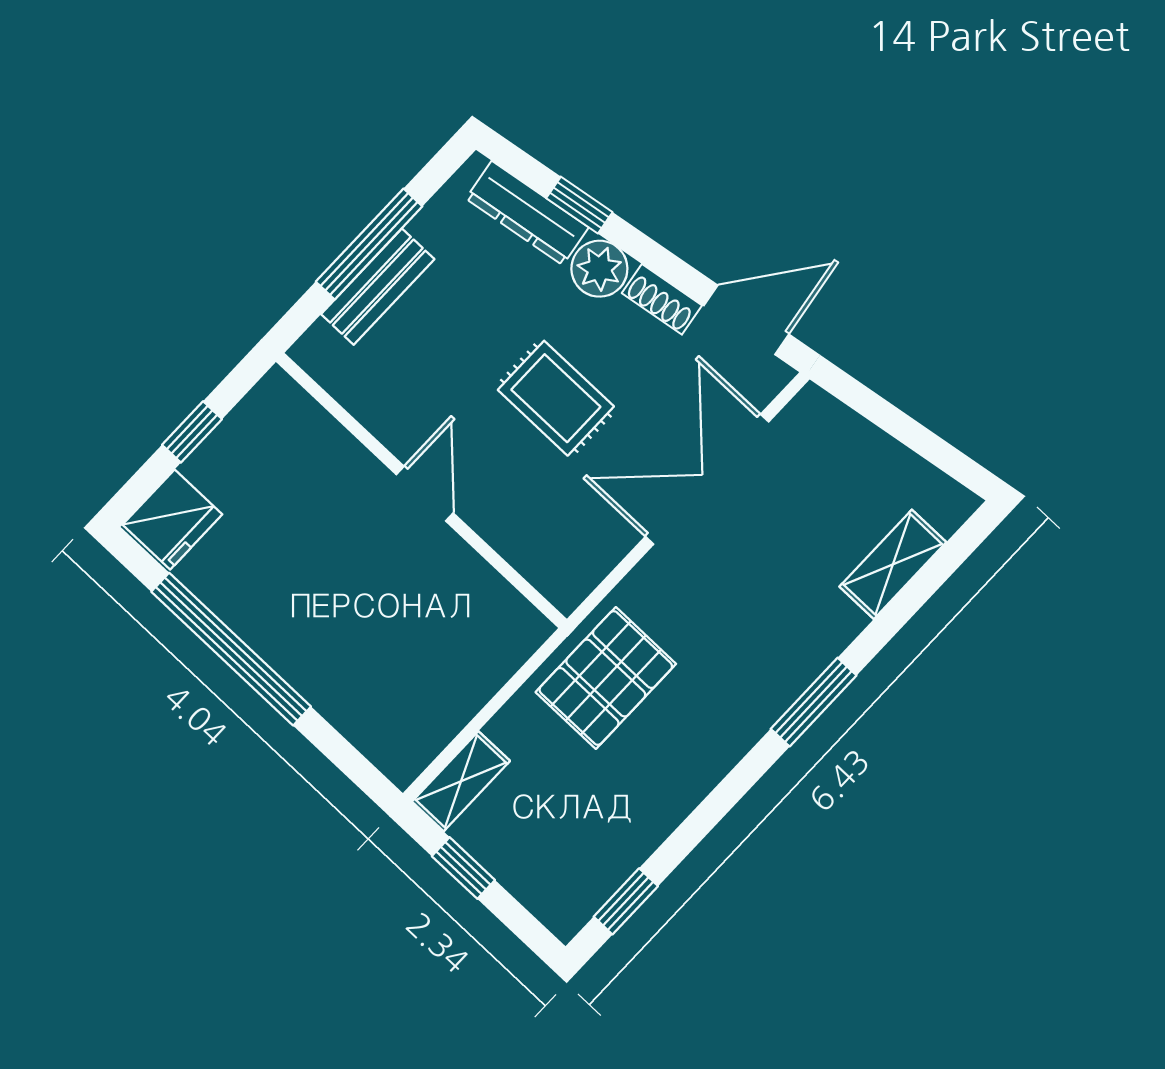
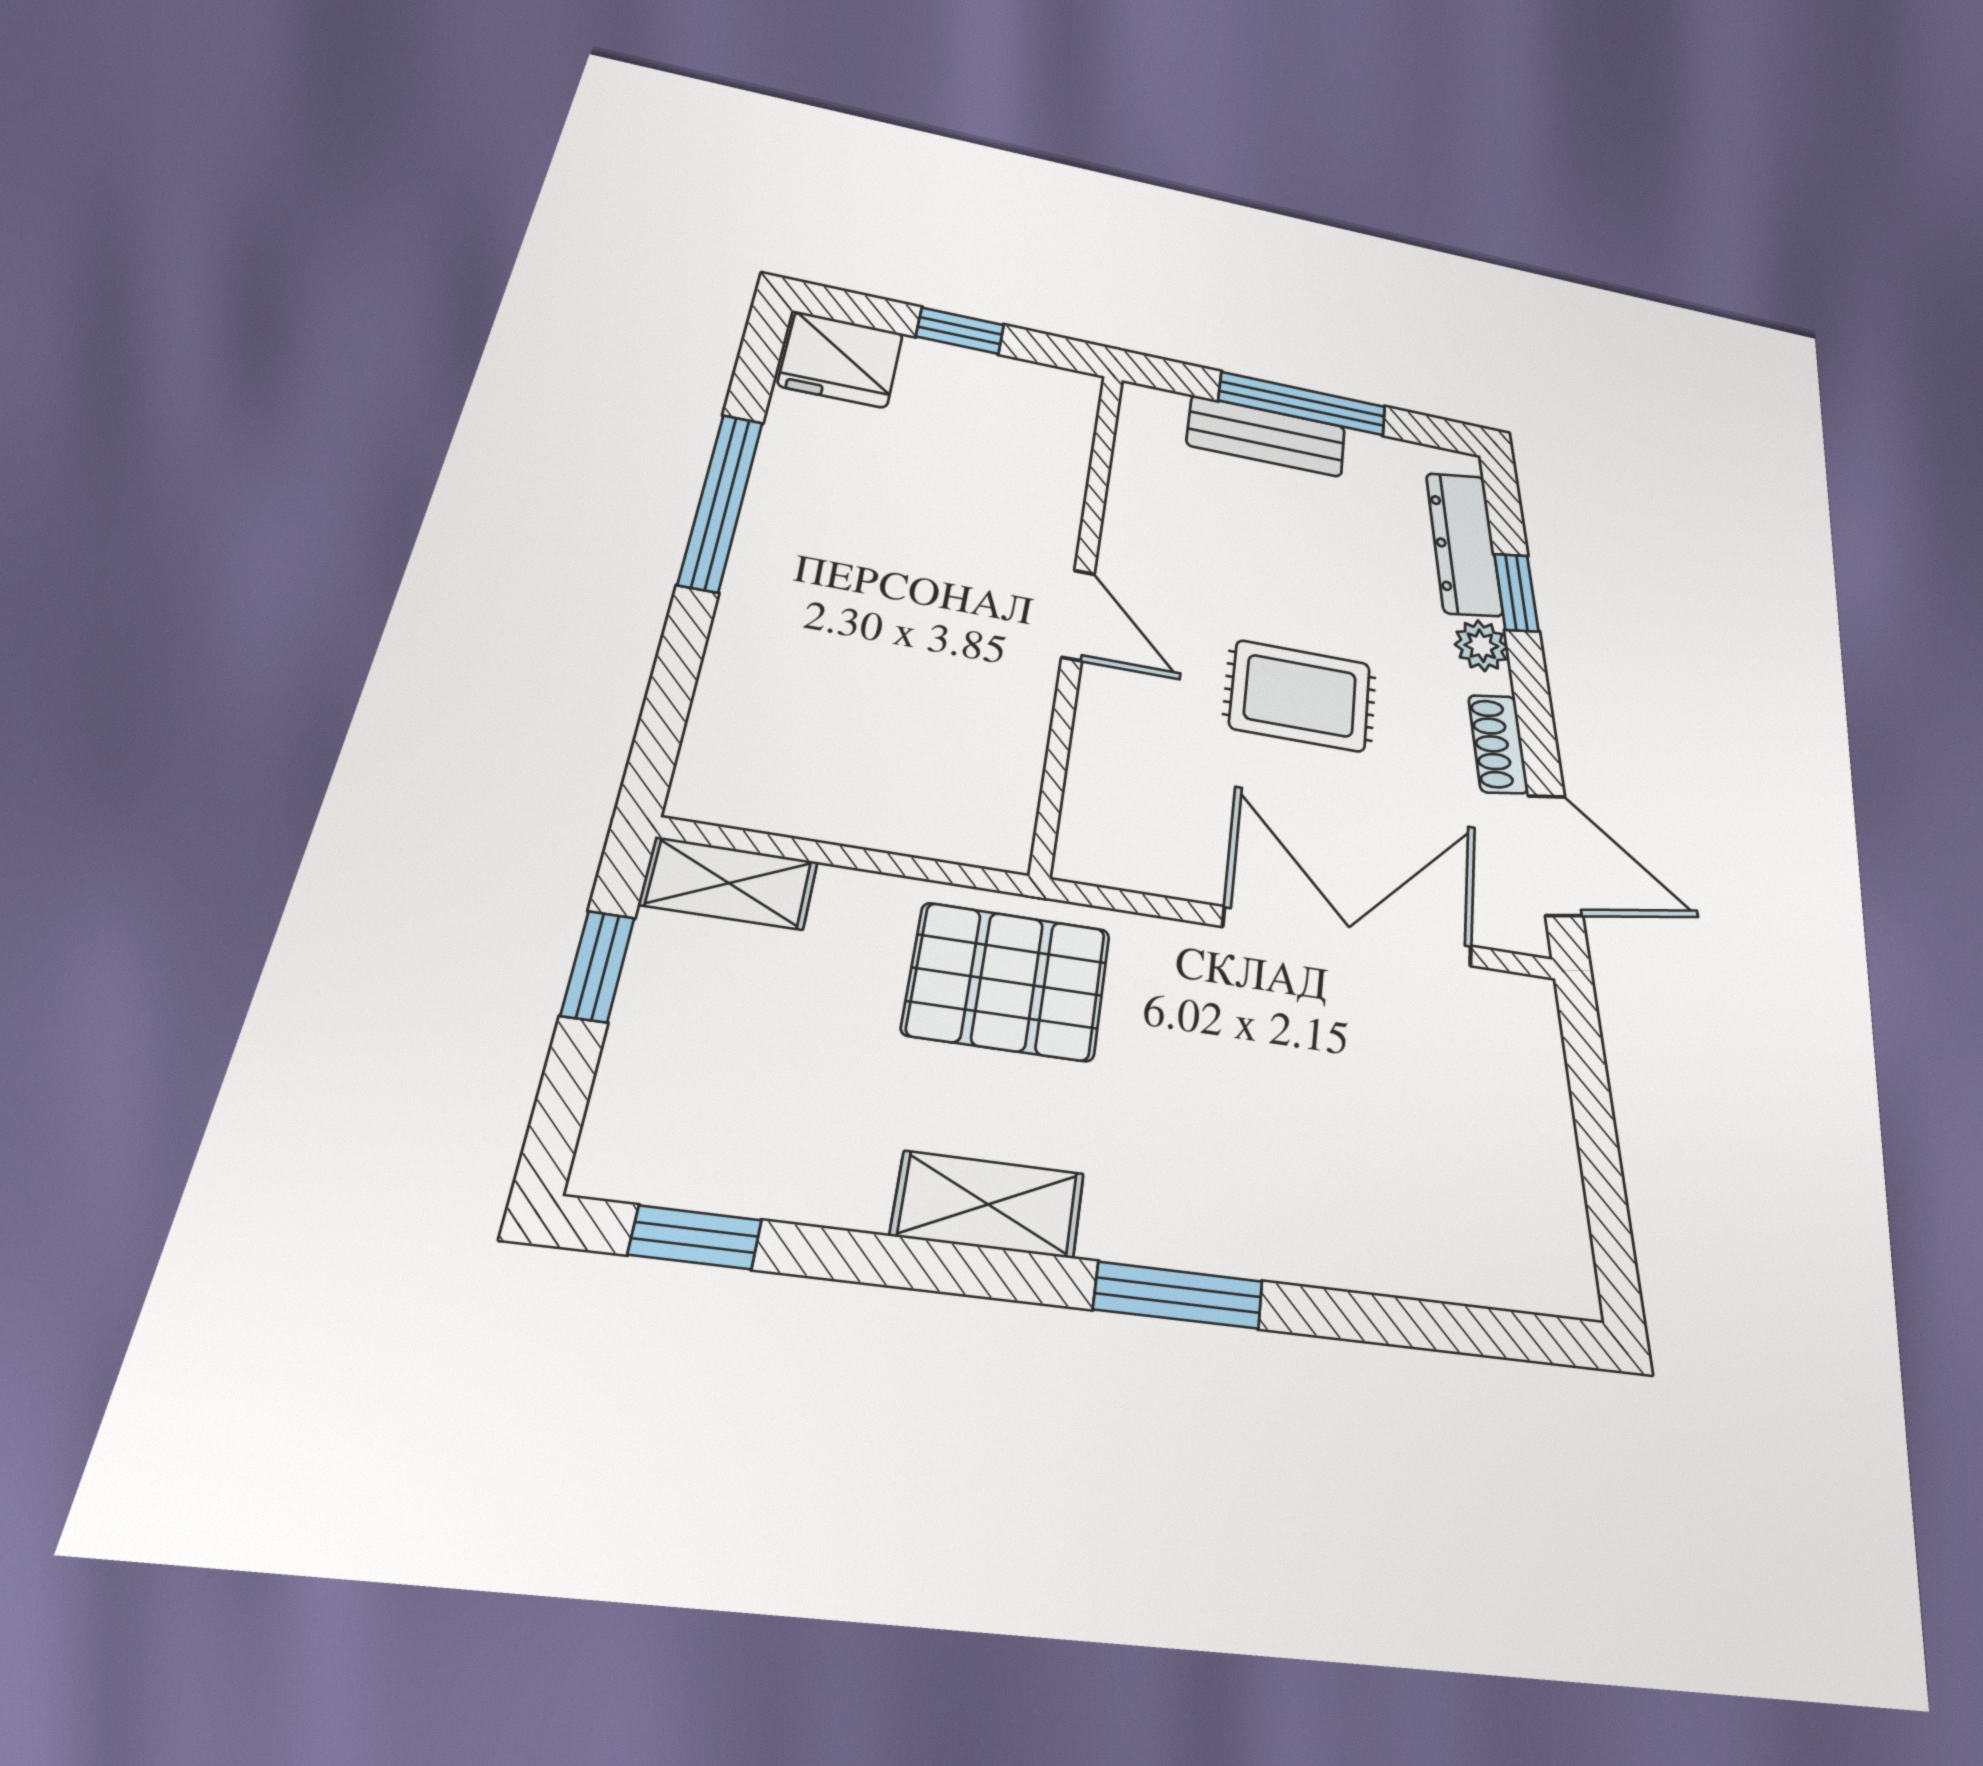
plant: (599, 269) -> (1481, 646), width x0.73, depth x0.73
rug: (556, 398) -> (1300, 696), turned 90
door: (425, 494) -> (1078, 615), hinge flipped
shelving: (893, 564) -> (988, 1204), moved
window: (231, 649) -> (721, 502), width x0.68

